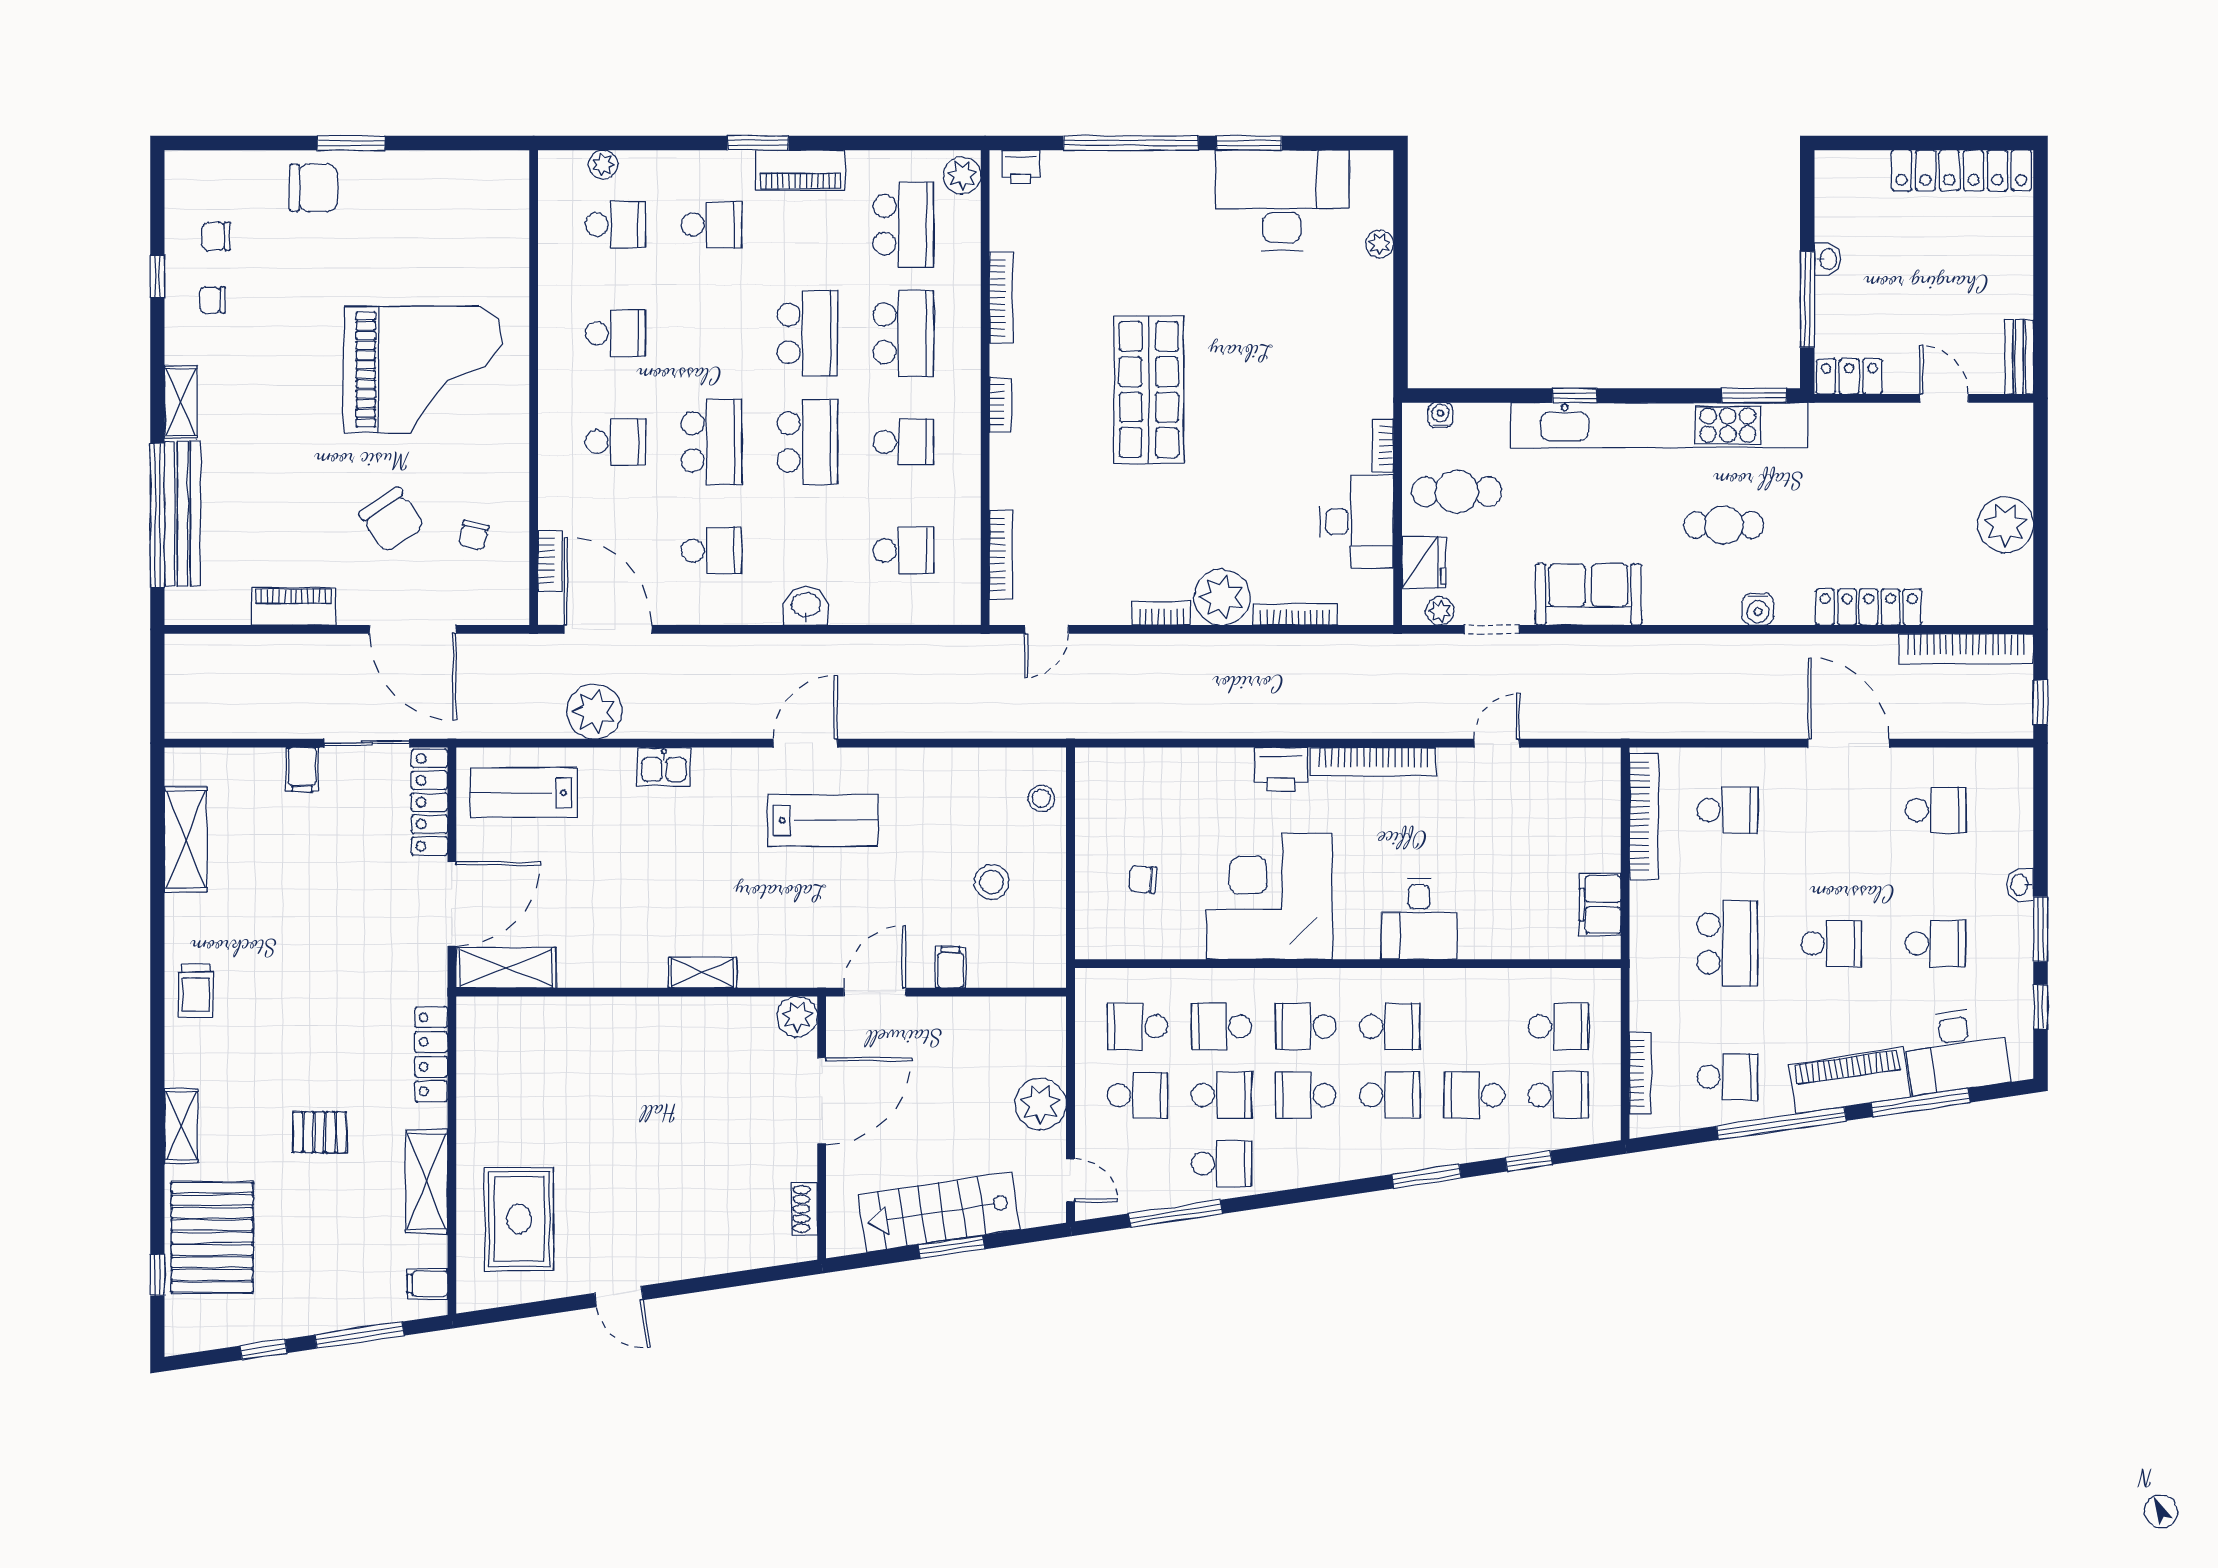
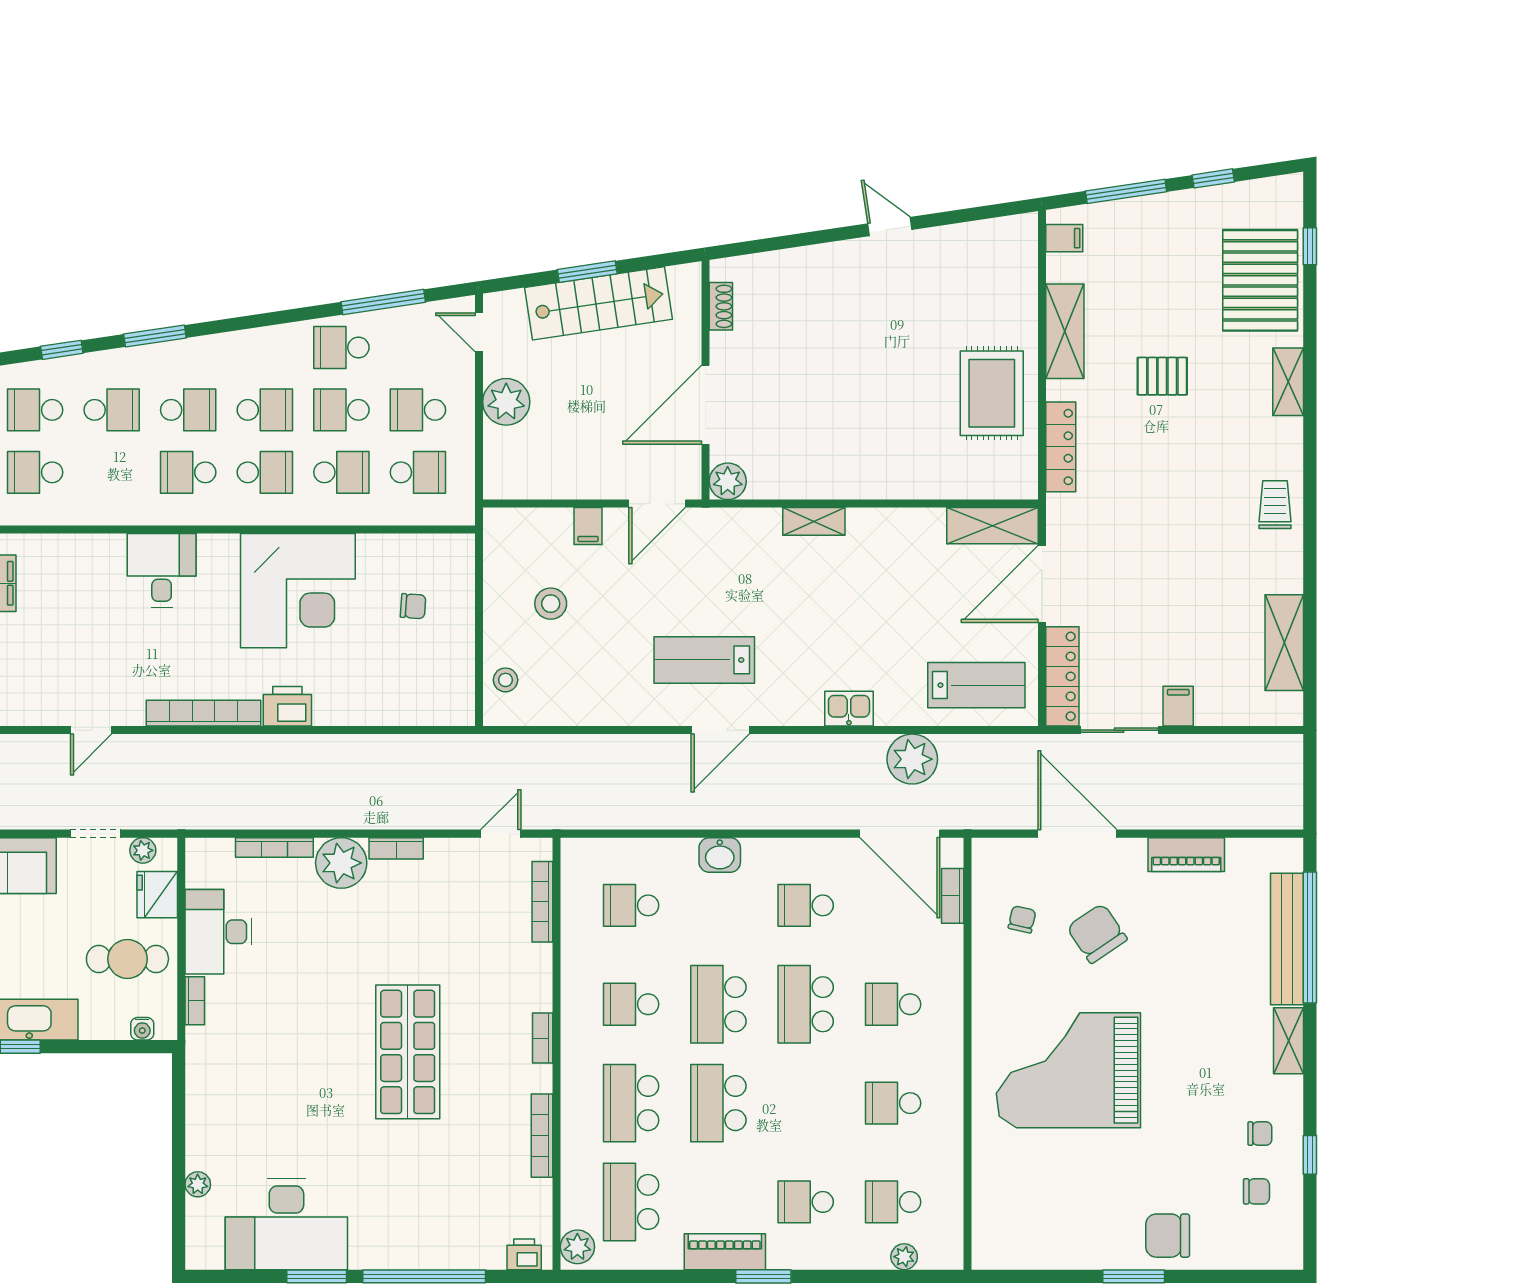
school desk: (1390, 1095) -> (188, 410), turned 180
rug: (519, 1219) -> (992, 393), moved

